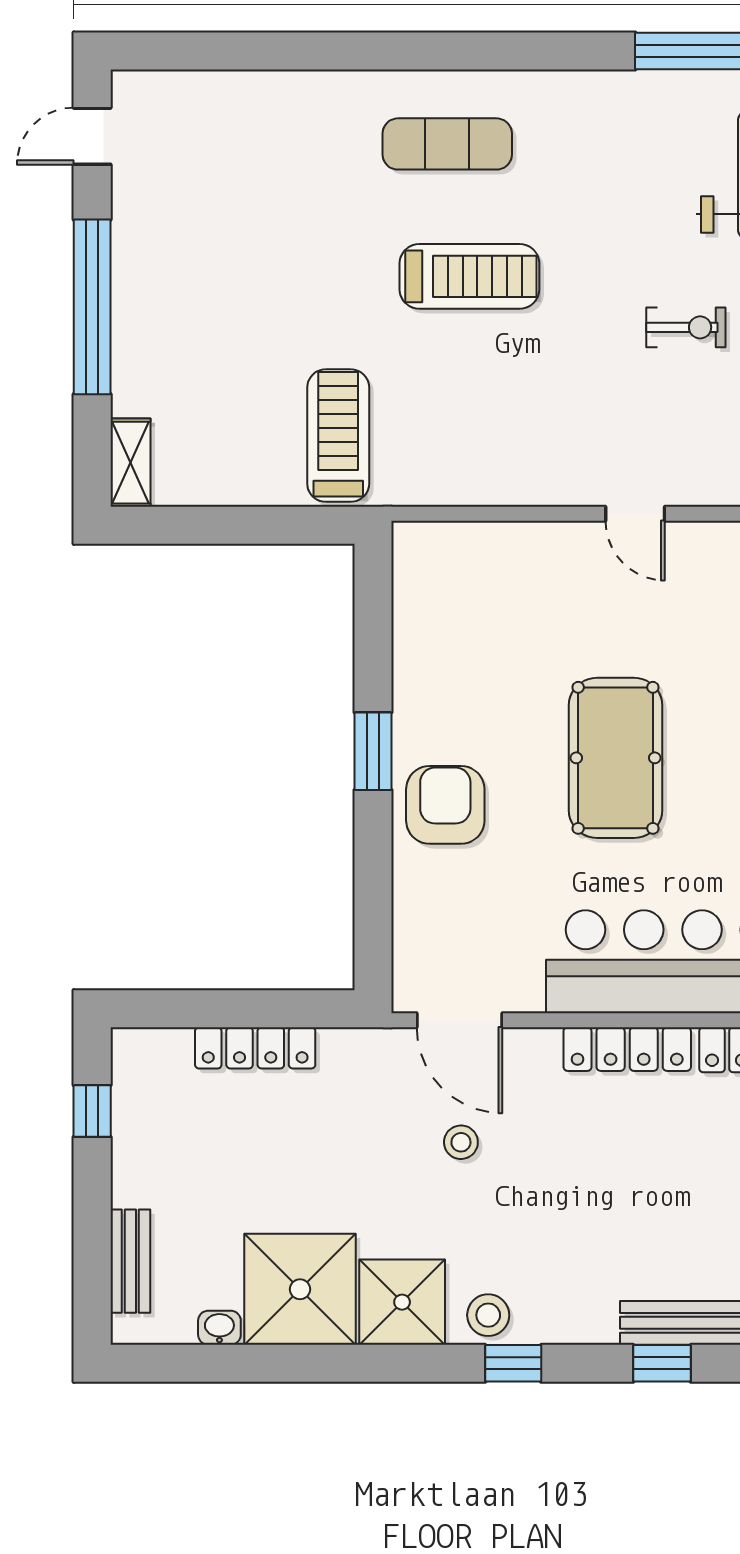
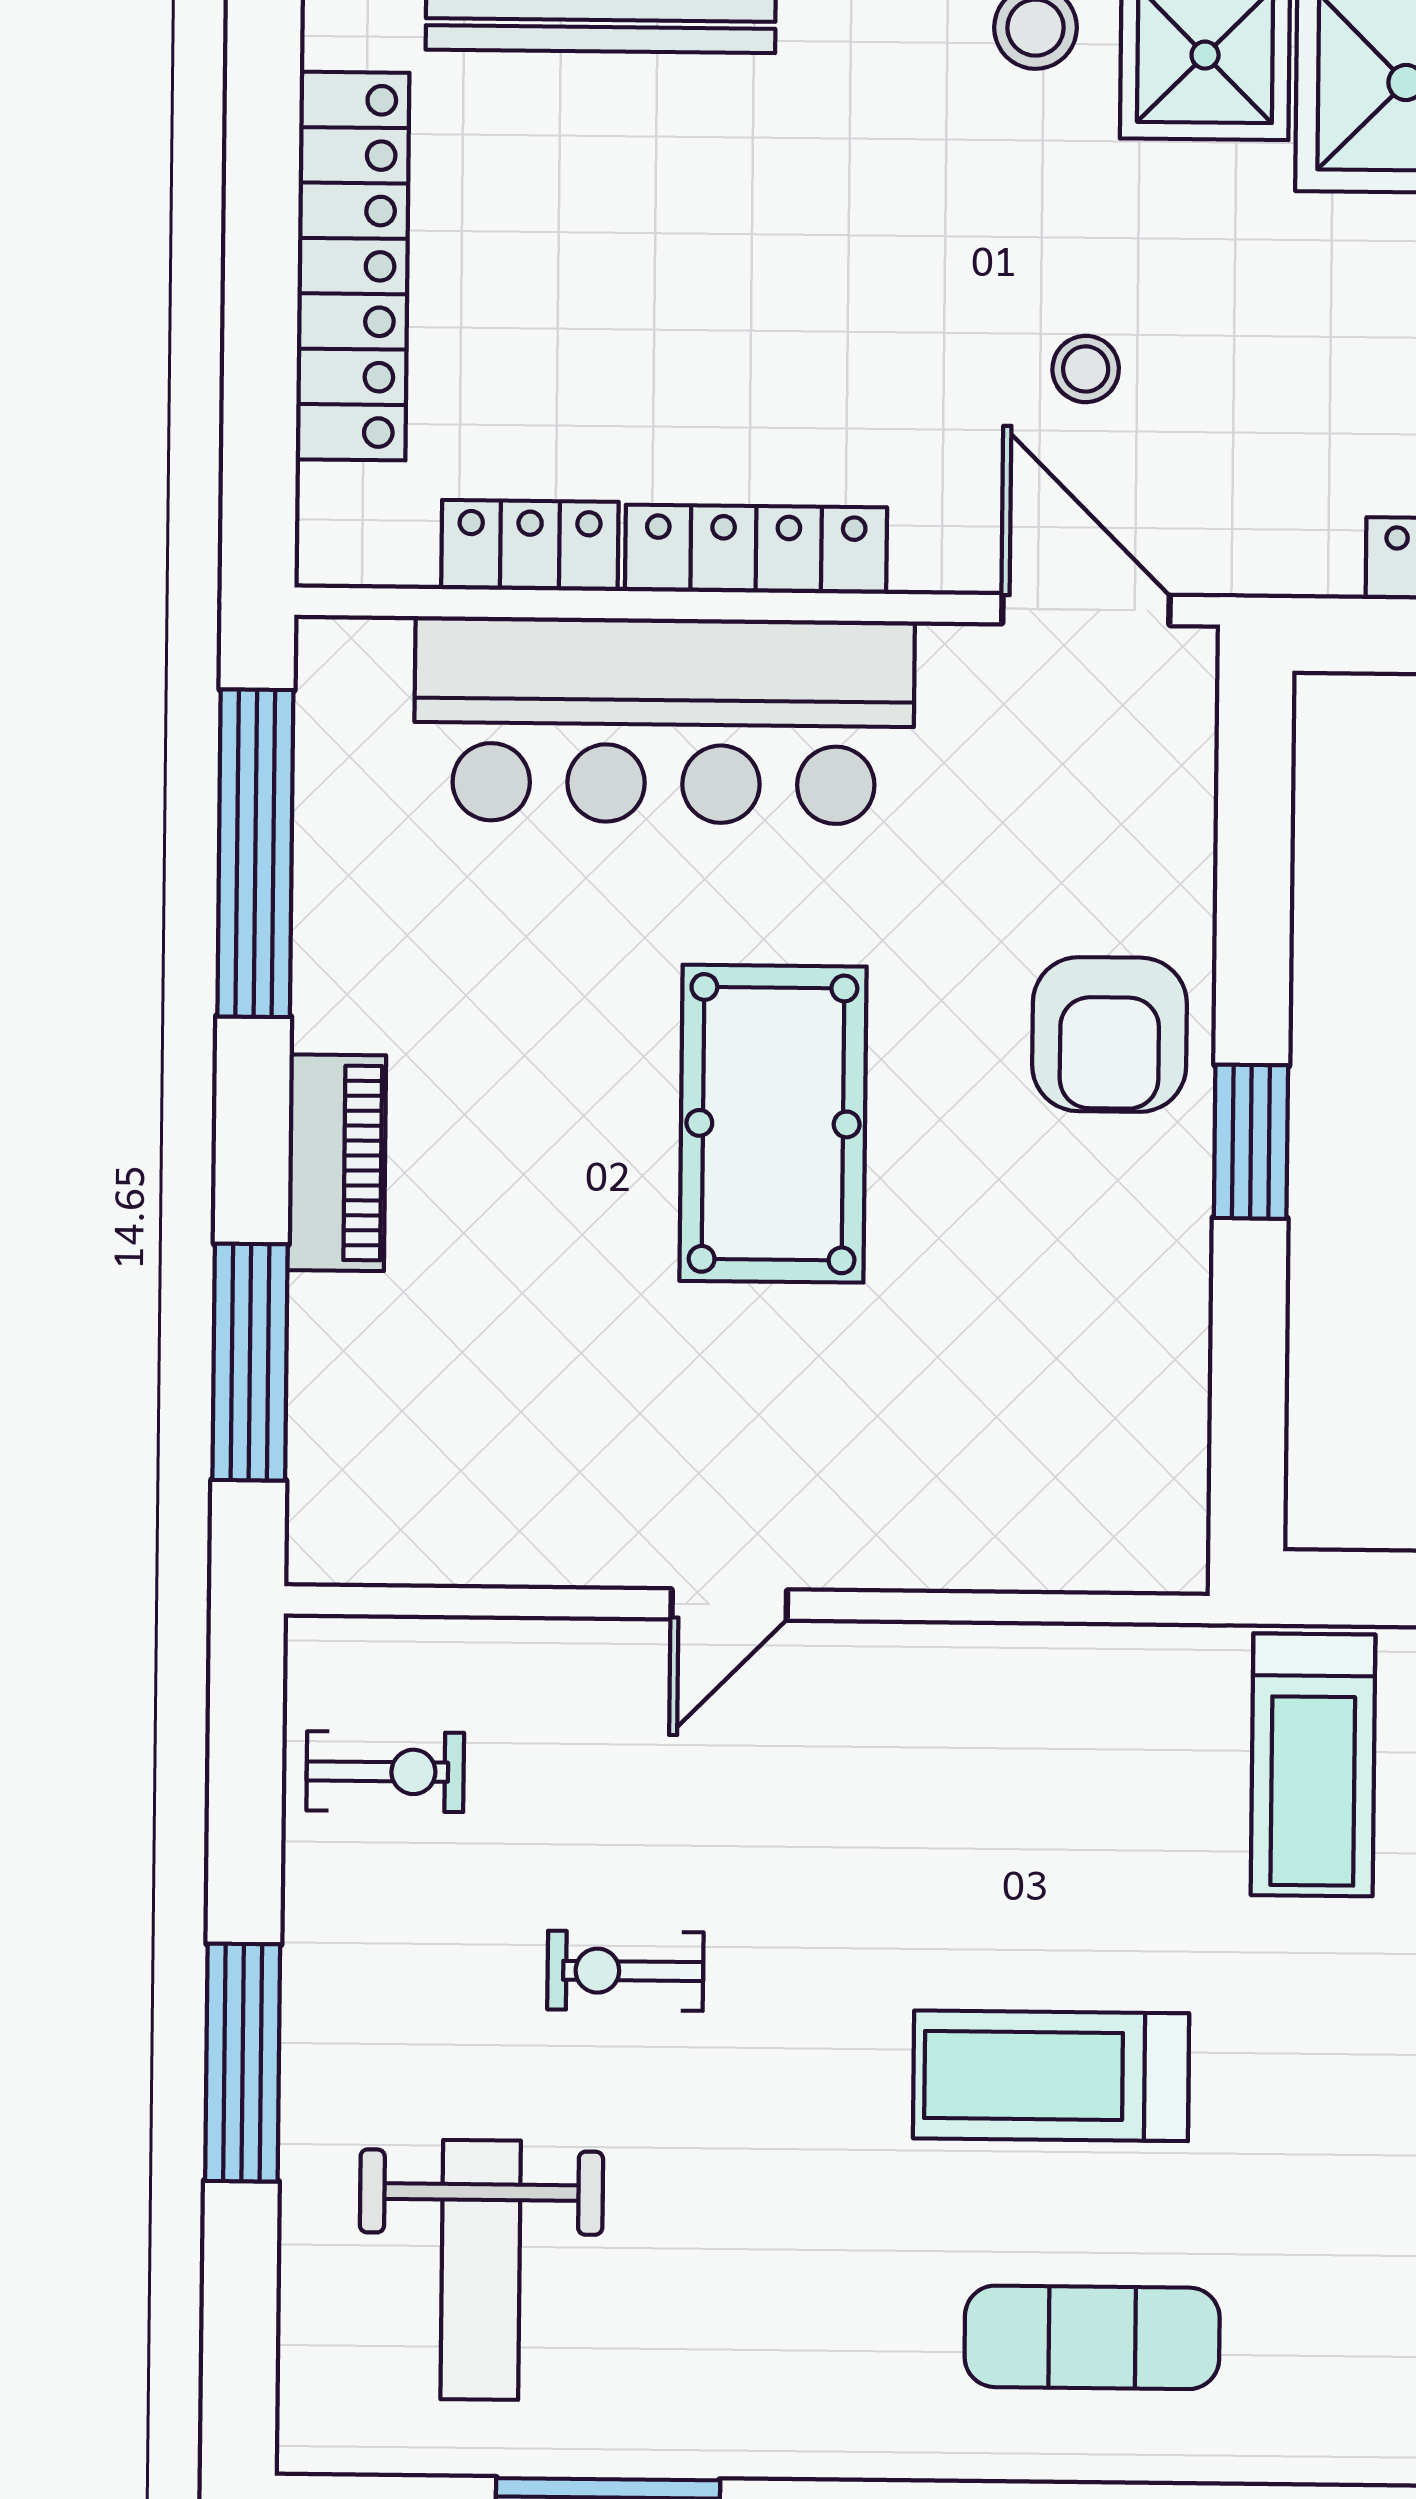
door: (635, 514) -> (729, 1604), swing flipped

